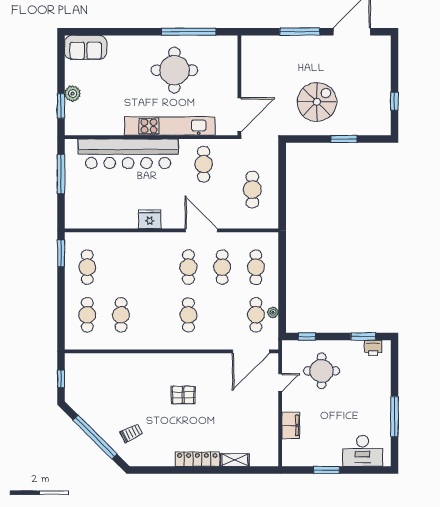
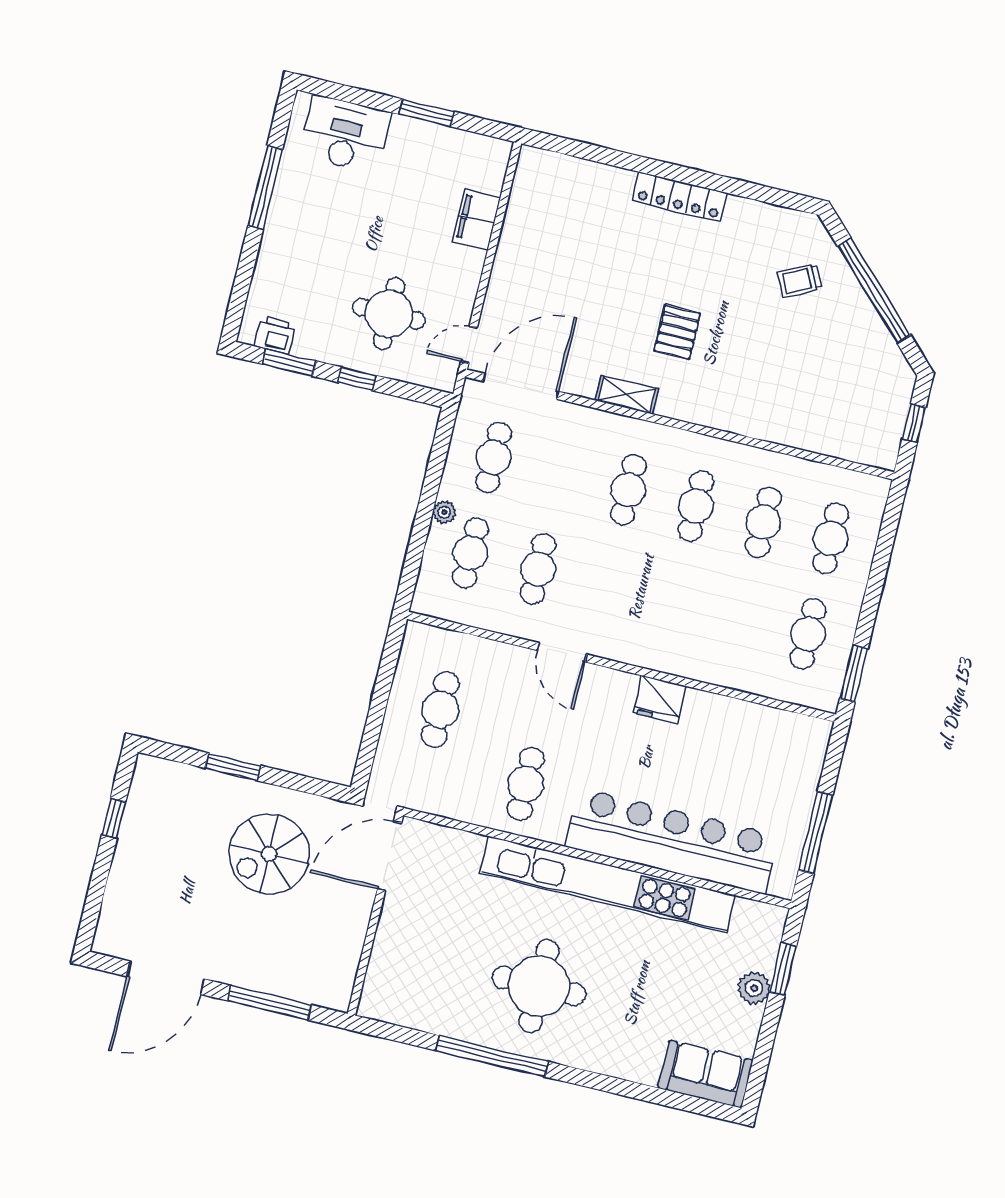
wall: (239, 85) -> (375, 915), moved
door: (239, 115) -> (389, 856), moved
kitchen unit: (170, 126) -> (608, 884), width x1.36
door: (201, 230) -> (562, 652), width x0.73
cafe table: (188, 267) -> (696, 506), moved
plant: (273, 312) -> (444, 512), moved
window: (307, 336) -> (357, 379), moved
door: (280, 382) -> (469, 345), moved
pallet: (183, 395) -> (677, 332), turned 90
shelving: (235, 460) -> (627, 395), moved

